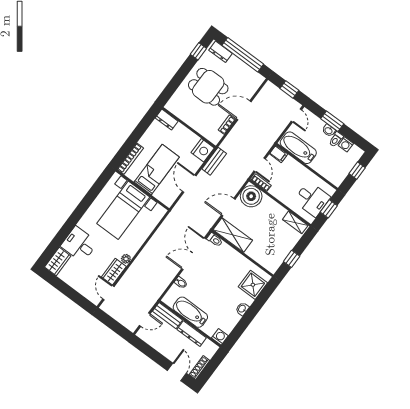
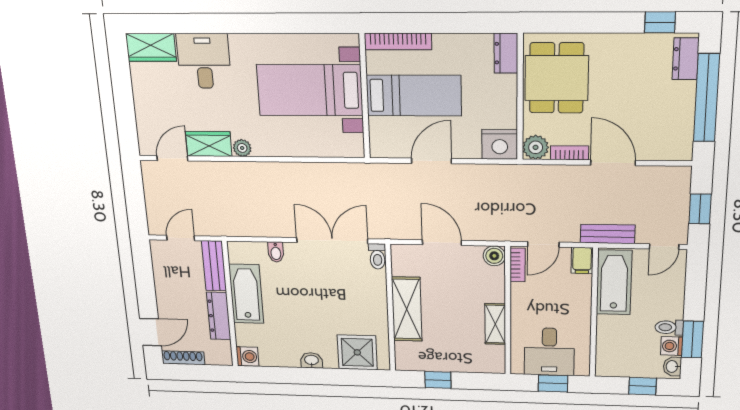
dining table: (208, 87) -> (557, 78), moved
window: (332, 121) -> (692, 339), moved
washbasin: (329, 131) -> (672, 366), moved
plant: (215, 137) -> (536, 147), added
bench: (214, 161) -> (608, 234), moved
boiler: (251, 196) -> (494, 256), width x0.54, depth x0.54
shelving: (295, 222) -> (495, 324), moved
shelving: (233, 235) -> (407, 309), moved
door: (145, 320) -> (181, 238), swing flipped

